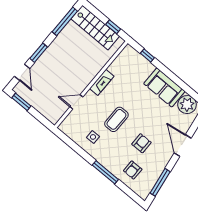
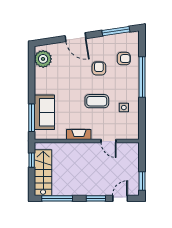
window: (147, 56) -> (32, 118), width x2.17
sofa: (164, 87) -> (44, 112), moved
armchair: (141, 143) -> (99, 68), turned 90
door: (183, 146) -> (76, 37), hinge flipped
window: (105, 172) -> (142, 77), width x1.46

